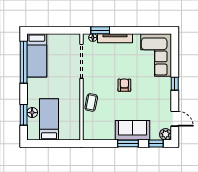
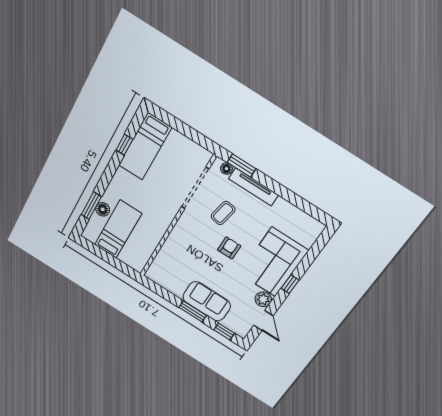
corner sofa: (156, 55) -> (274, 262), moved
window: (24, 62) -> (124, 145), width x0.32
coffee table: (91, 102) -> (223, 213), moved
plant: (166, 134) -> (263, 299), moved

